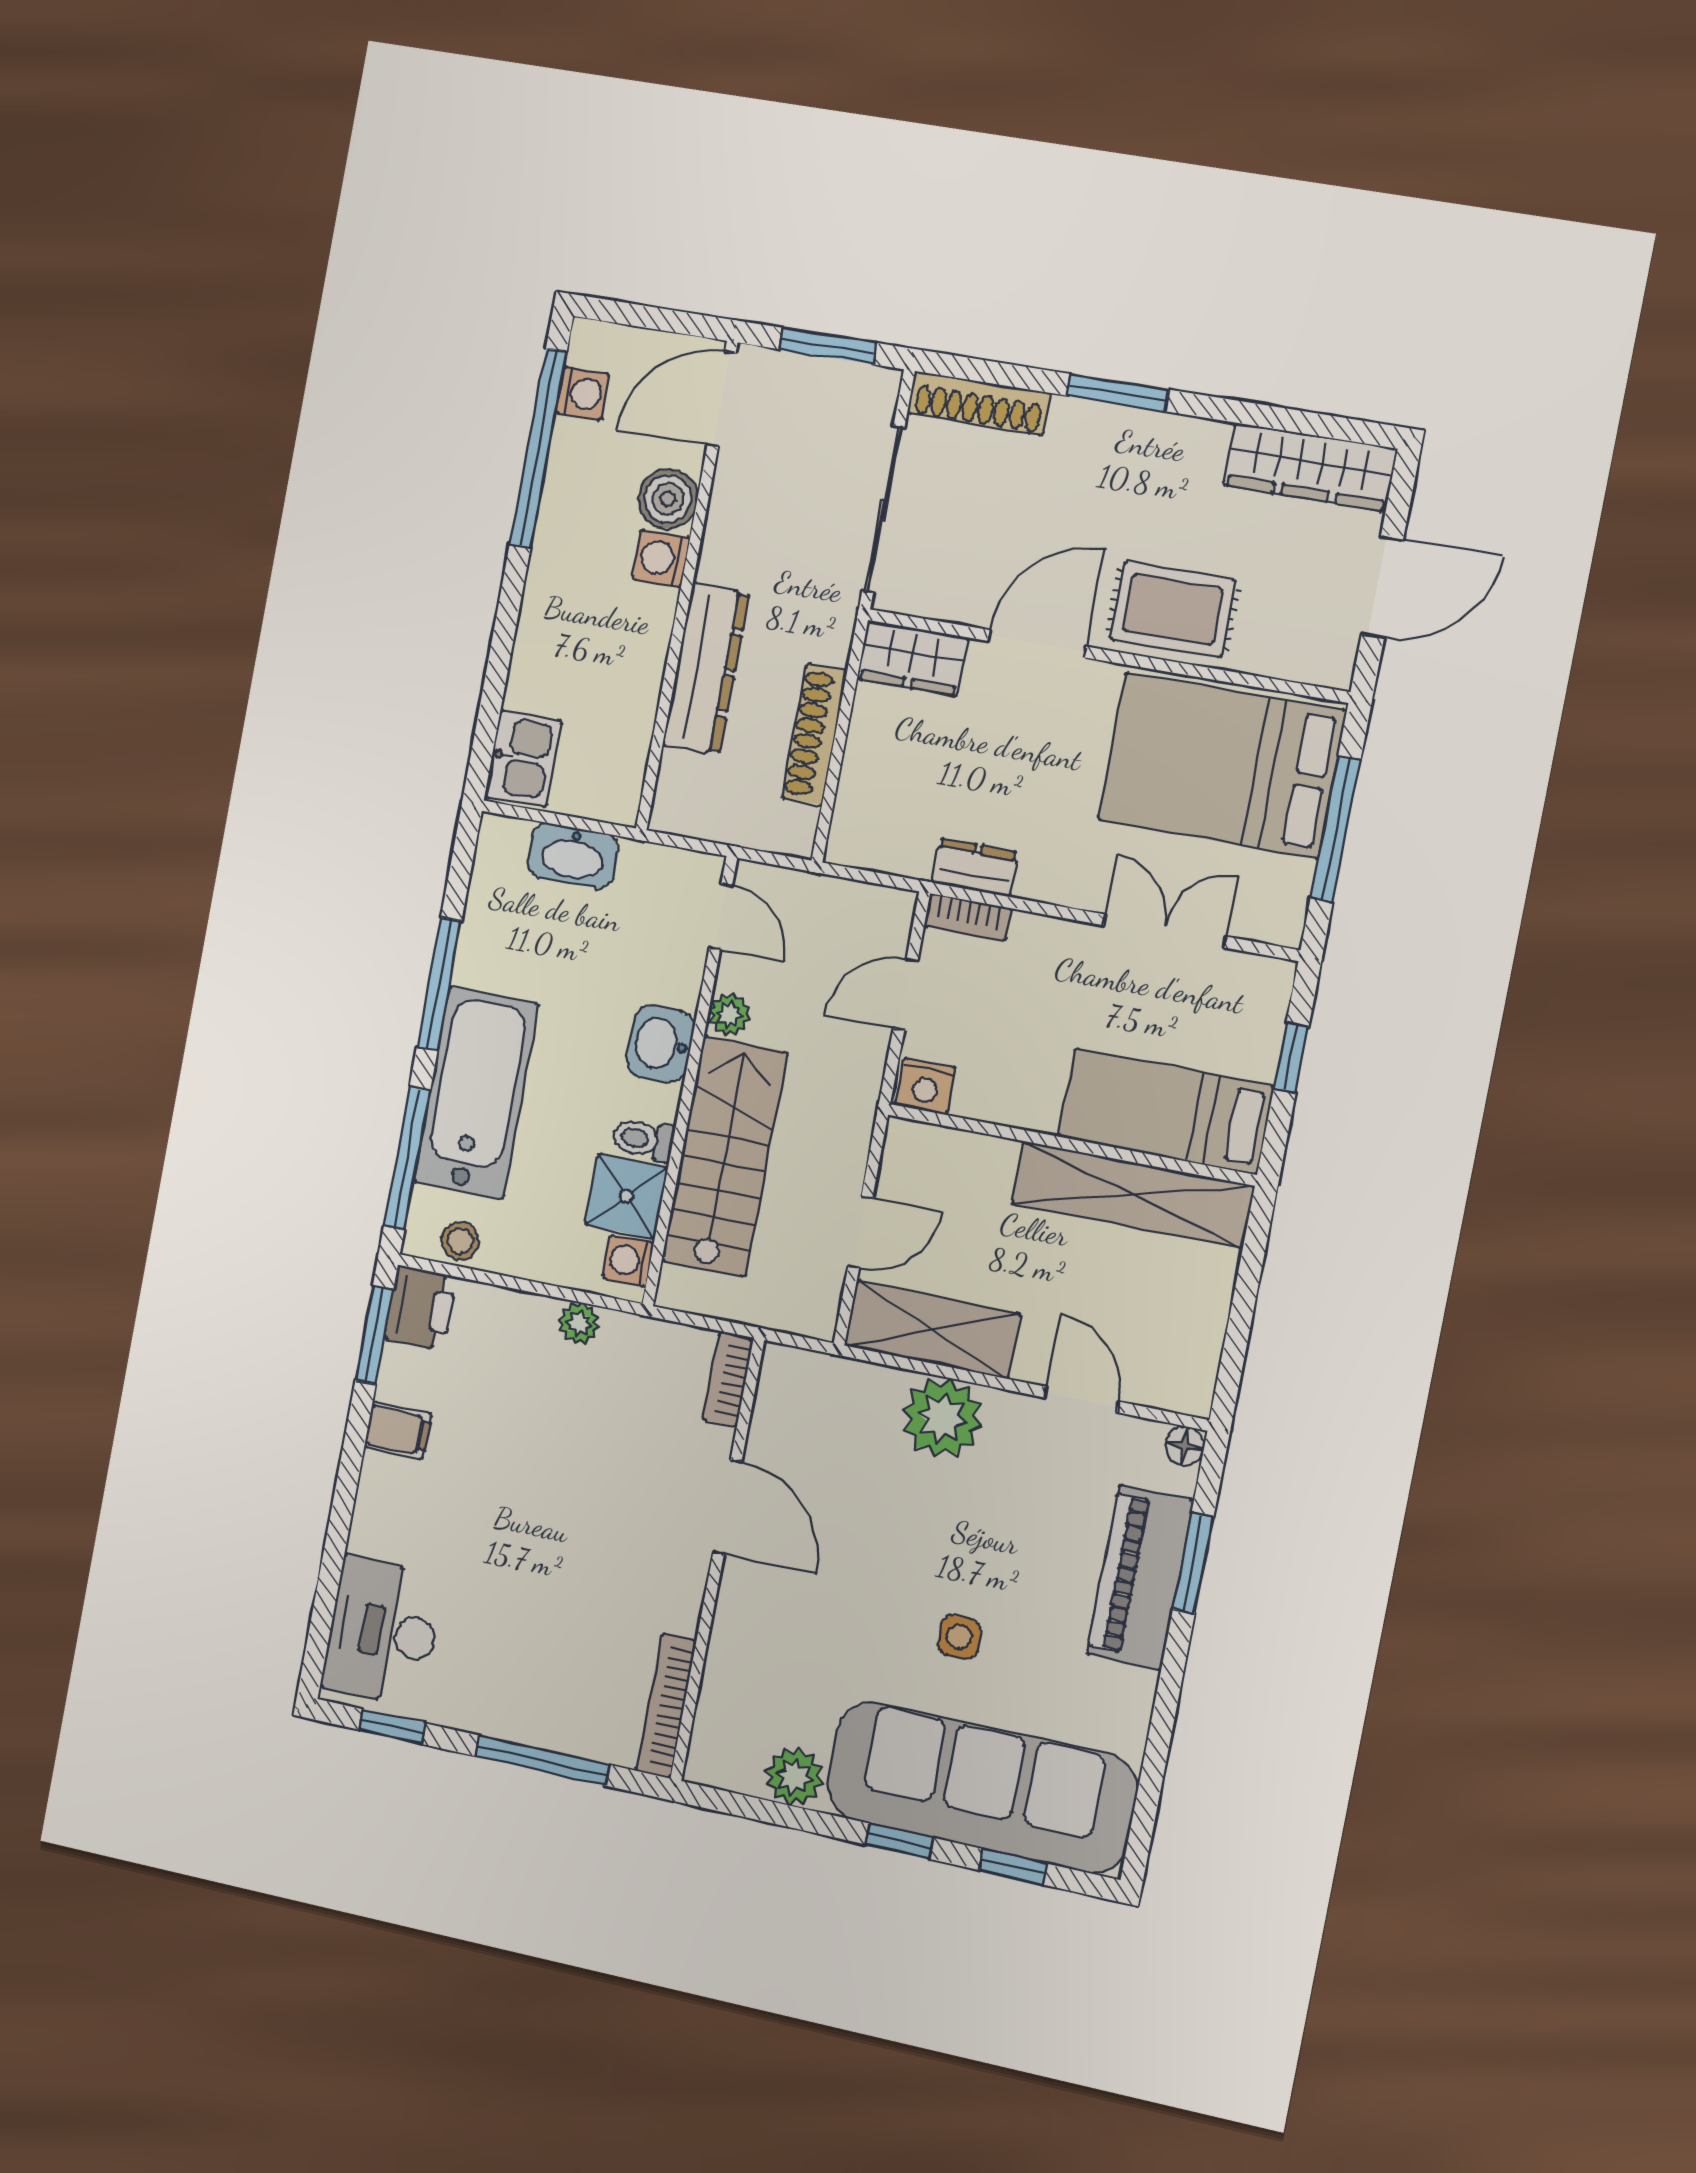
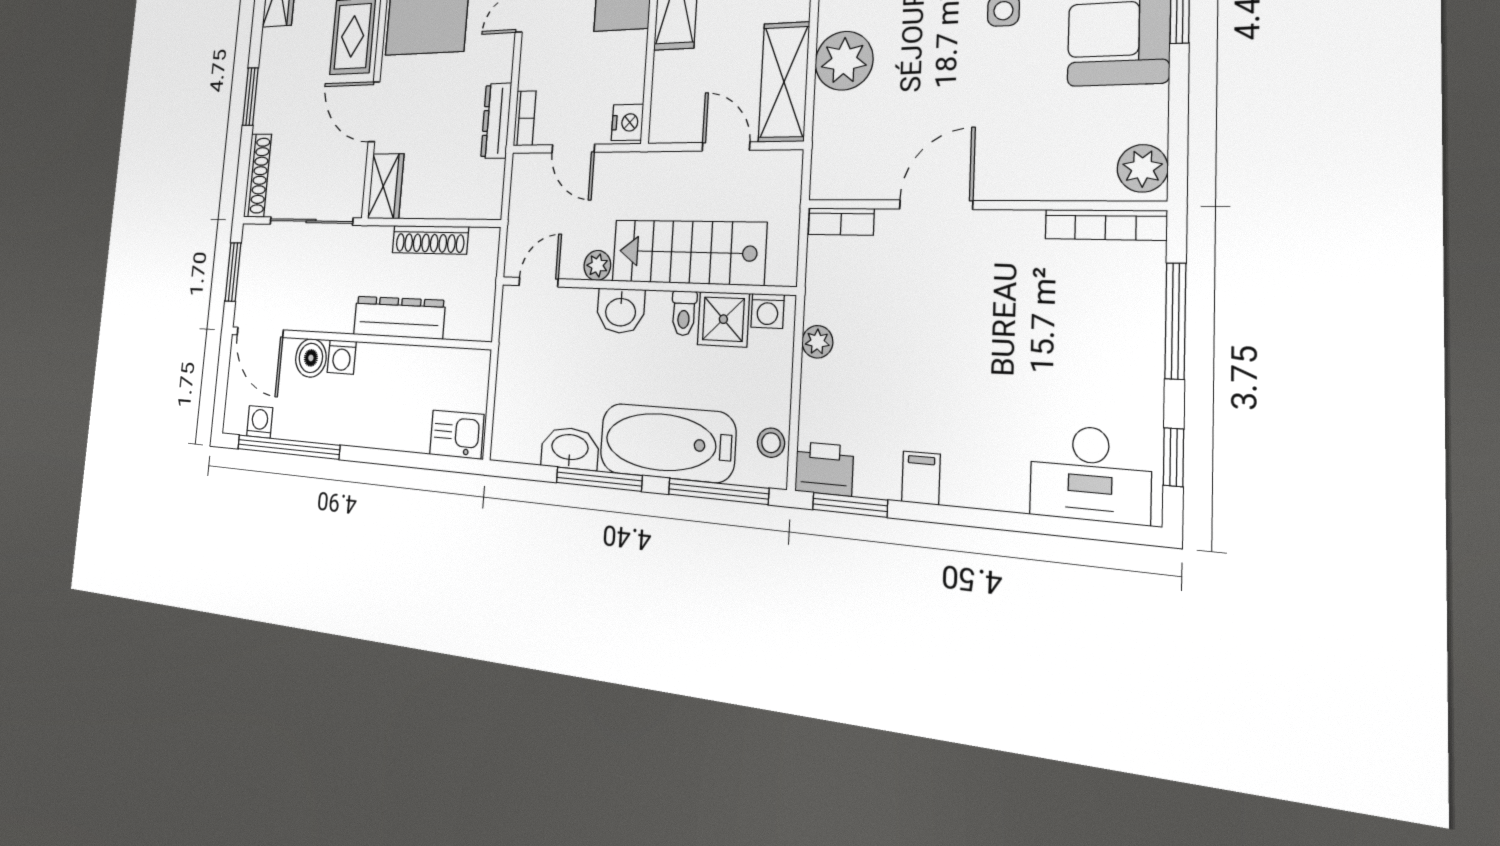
washbasin: (573, 856) -> (570, 448), moved, turned -90
dresser: (975, 867) -> (496, 121), width x1.44
plant: (794, 1777) -> (1143, 168), moved

